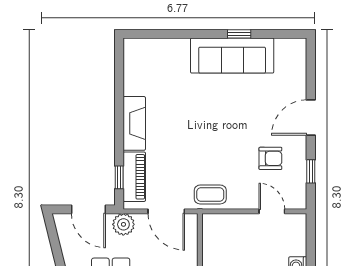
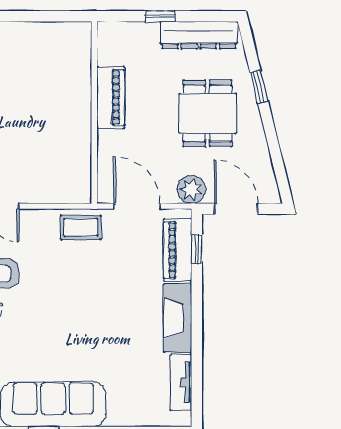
tv unit: (132, 73) -> (181, 382), added

